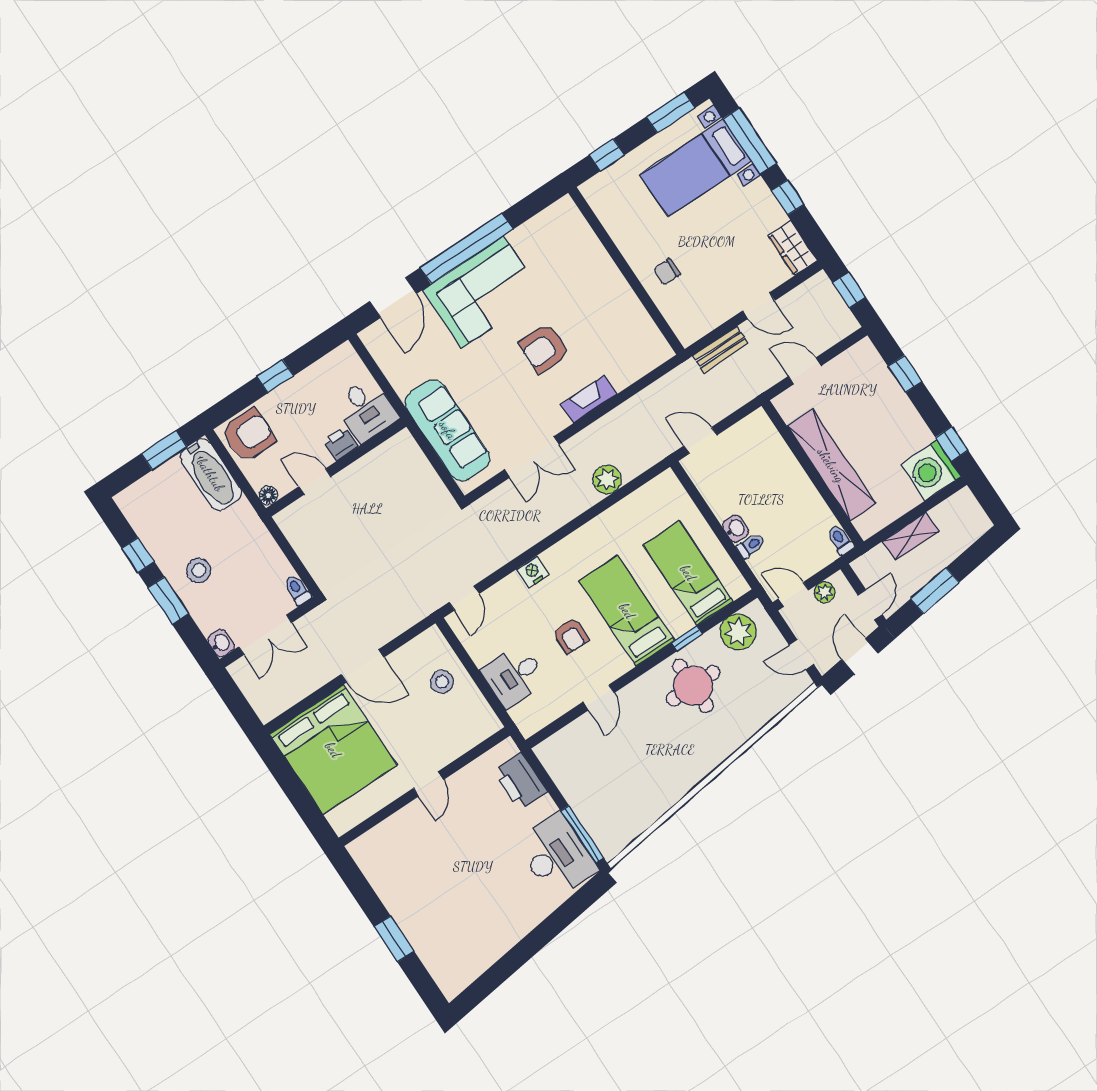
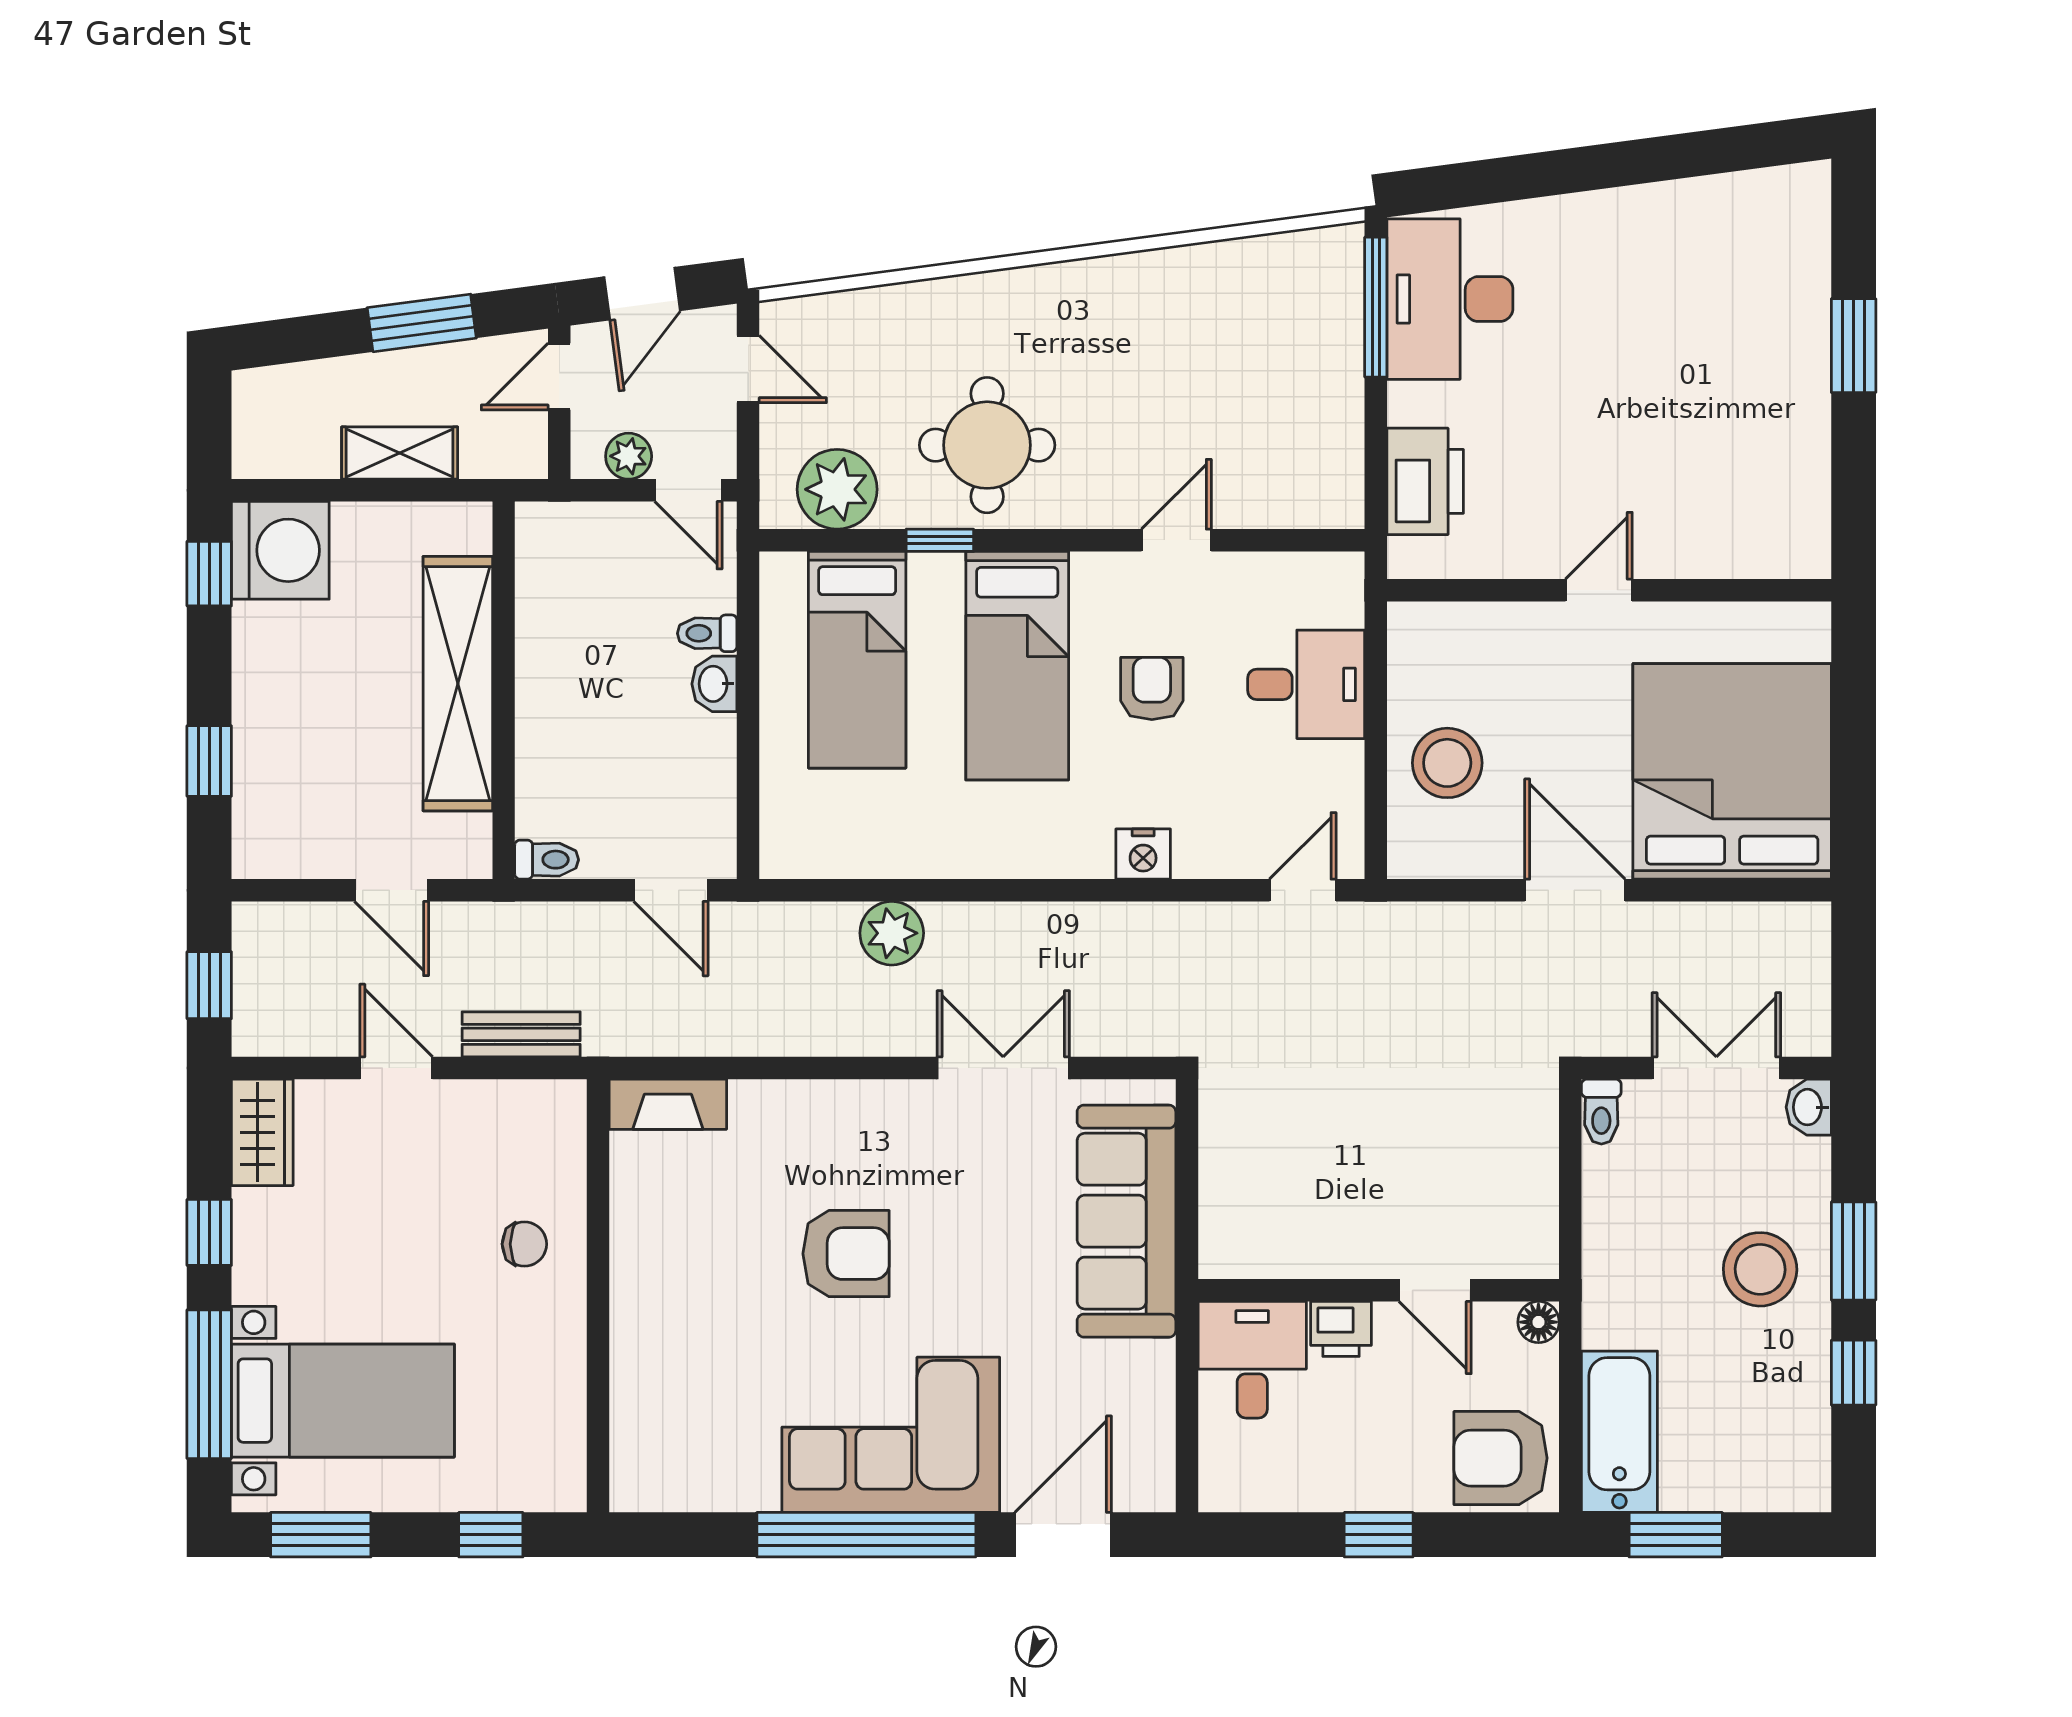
fireplace: (589, 399) -> (668, 1104), moved
toilet: (840, 540) -> (547, 860), moved, turned -90
stool: (199, 570) -> (1760, 1269), width x1.38, depth x1.38
stool: (442, 682) -> (1447, 763), width x1.38, depth x1.38

